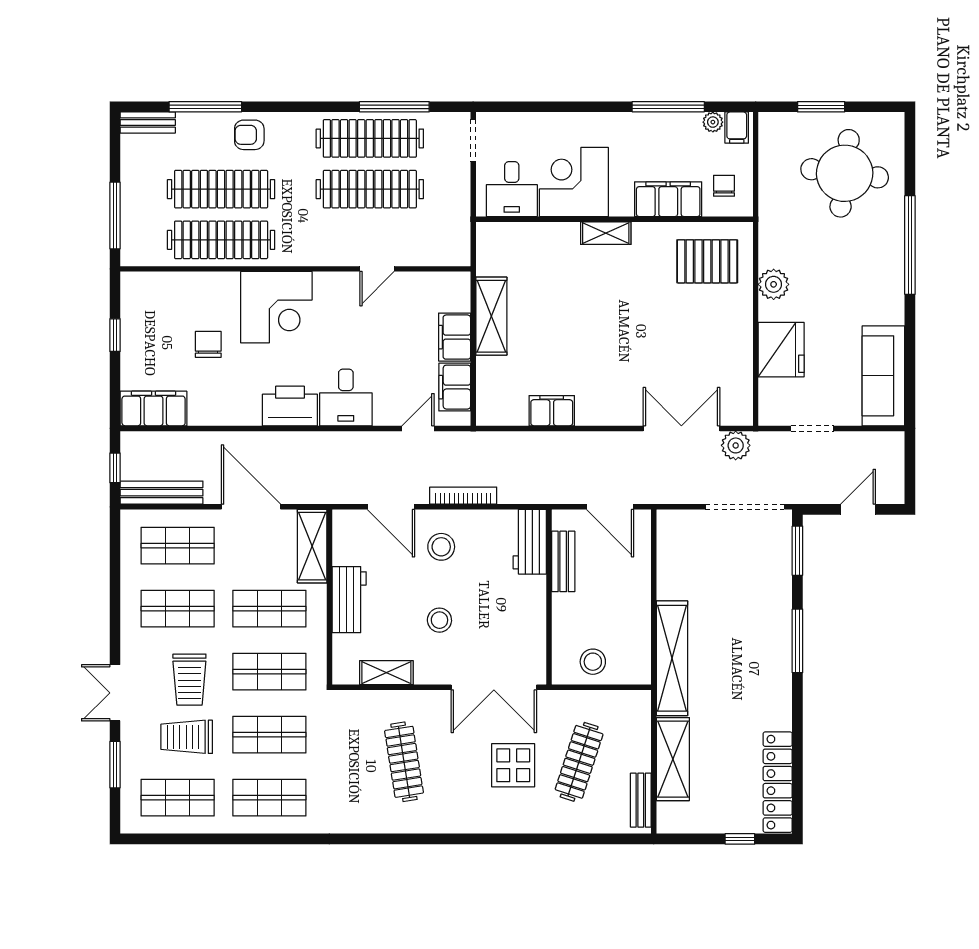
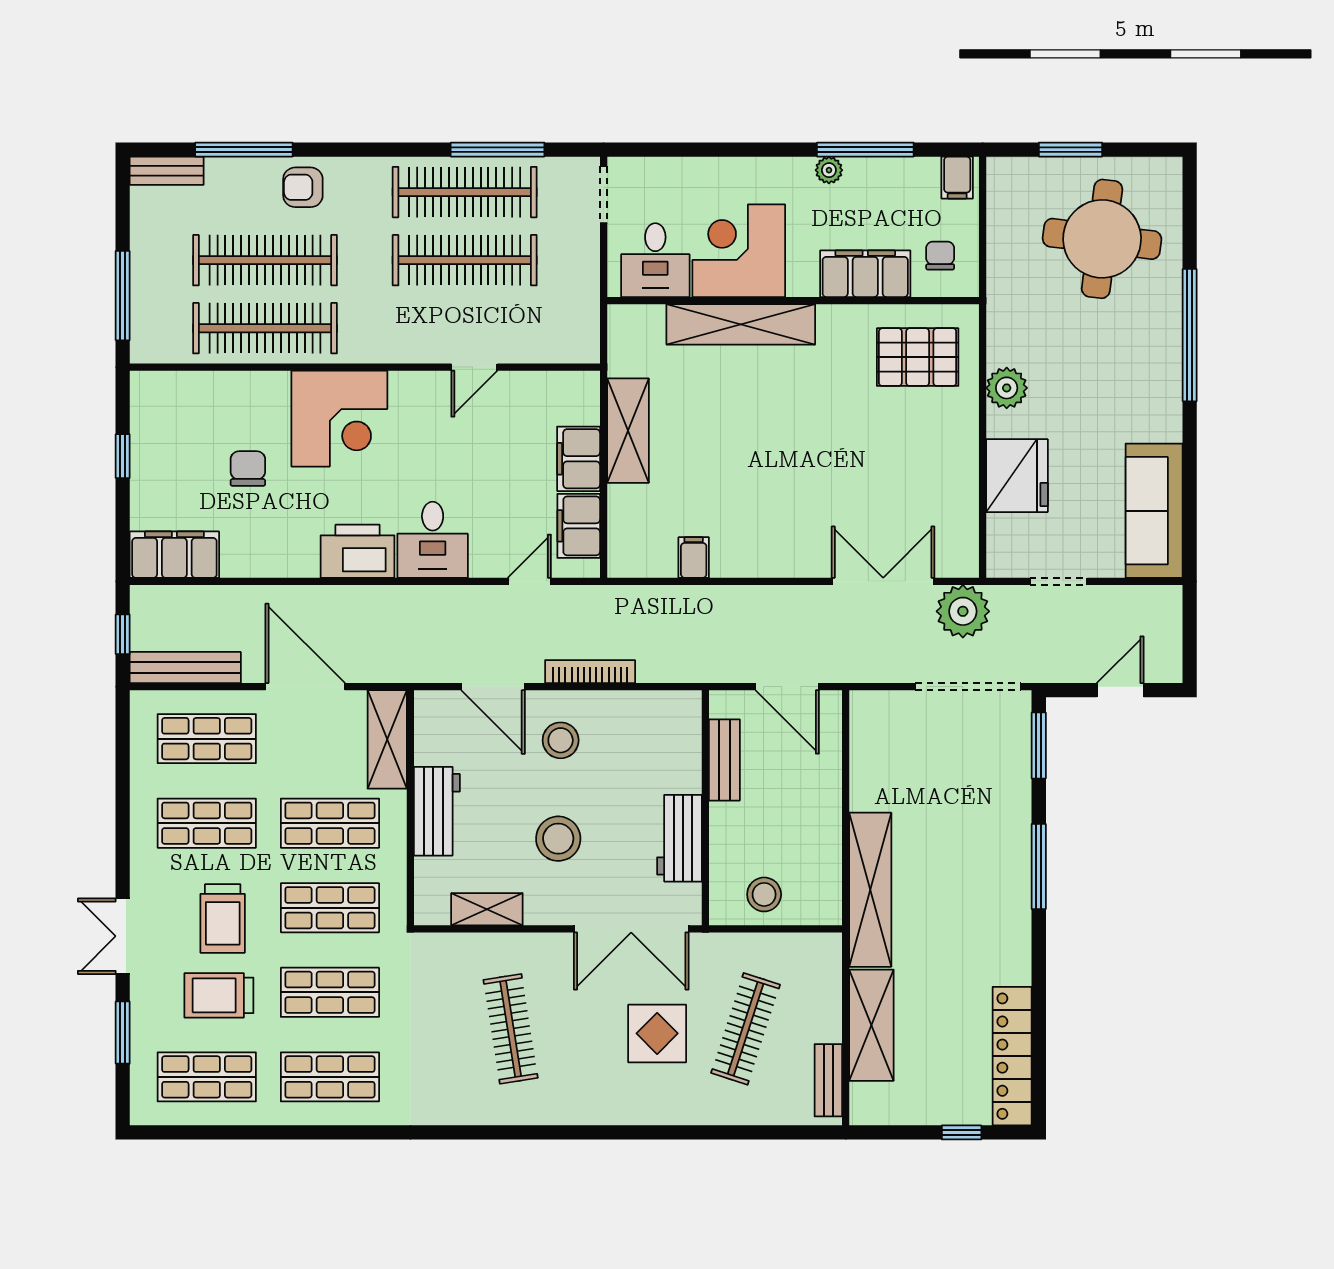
plant: (713, 122) -> (829, 170), moved
shelving: (606, 233) -> (741, 324), width x2.20, depth x1.33
filing cabinet: (552, 411) -> (694, 557), width x0.50
plant: (736, 445) -> (963, 611), width x1.36, depth x1.36
workbench: (530, 542) -> (679, 838), moved
stool: (439, 620) -> (558, 839), width x1.38, depth x1.38

